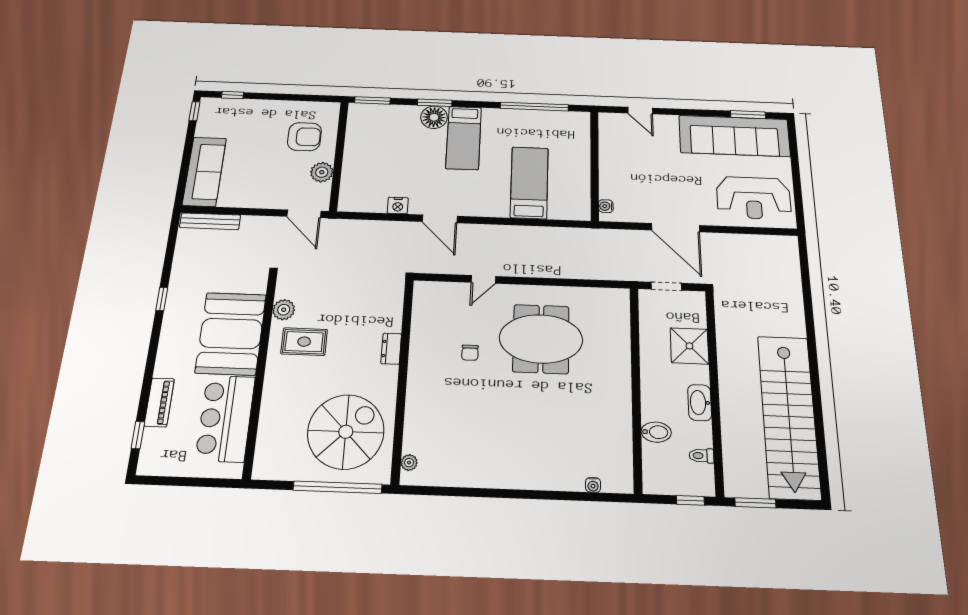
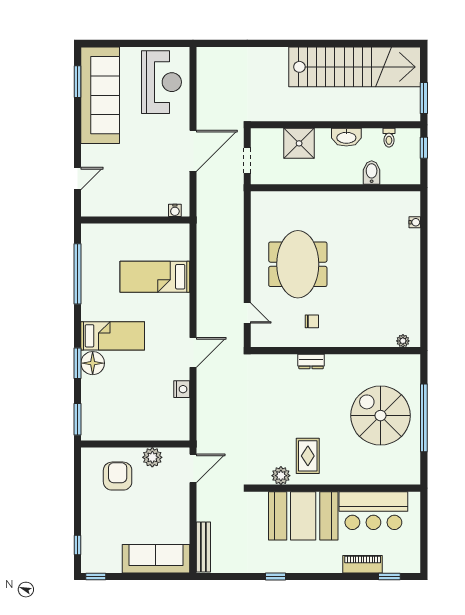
dresser: (391, 349) -> (311, 361), moved
wall: (402, 378) -> (336, 351), moved
plant: (409, 463) -> (403, 341), moved

